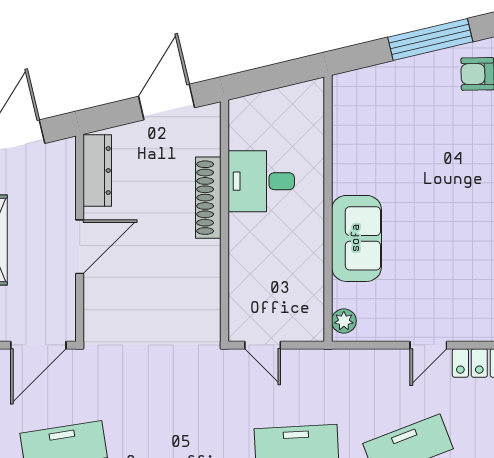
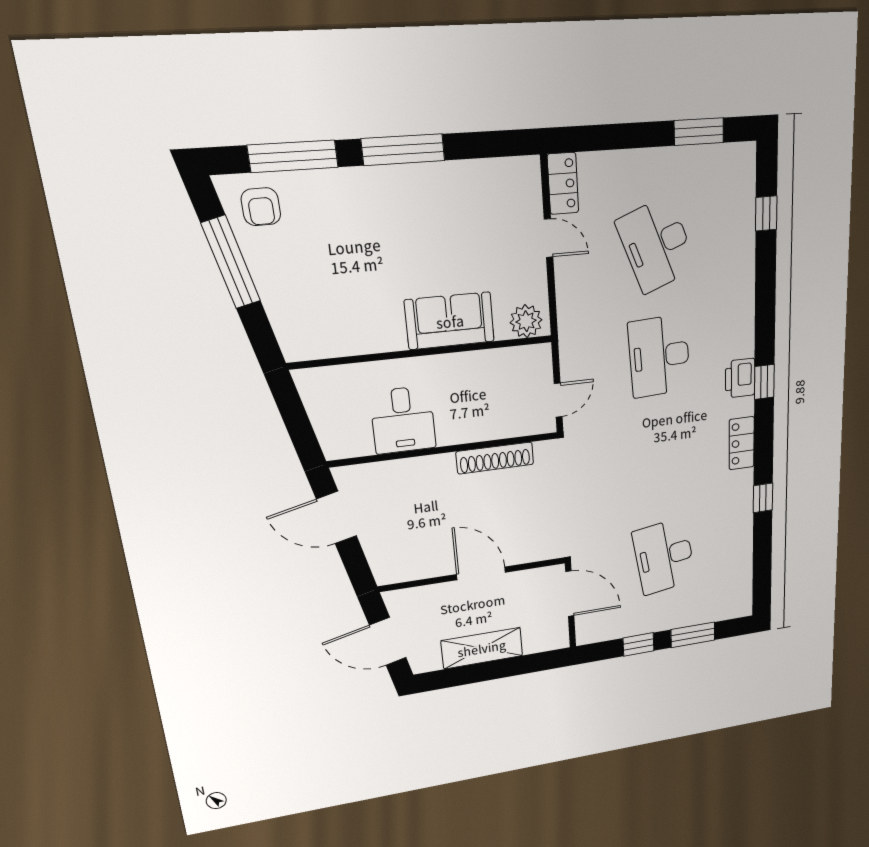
dresser: (97, 171) -> (410, 569), removed
shoe rack: (208, 198) -> (495, 458), moved
plant: (344, 321) -> (526, 321), width x1.38, depth x1.38

